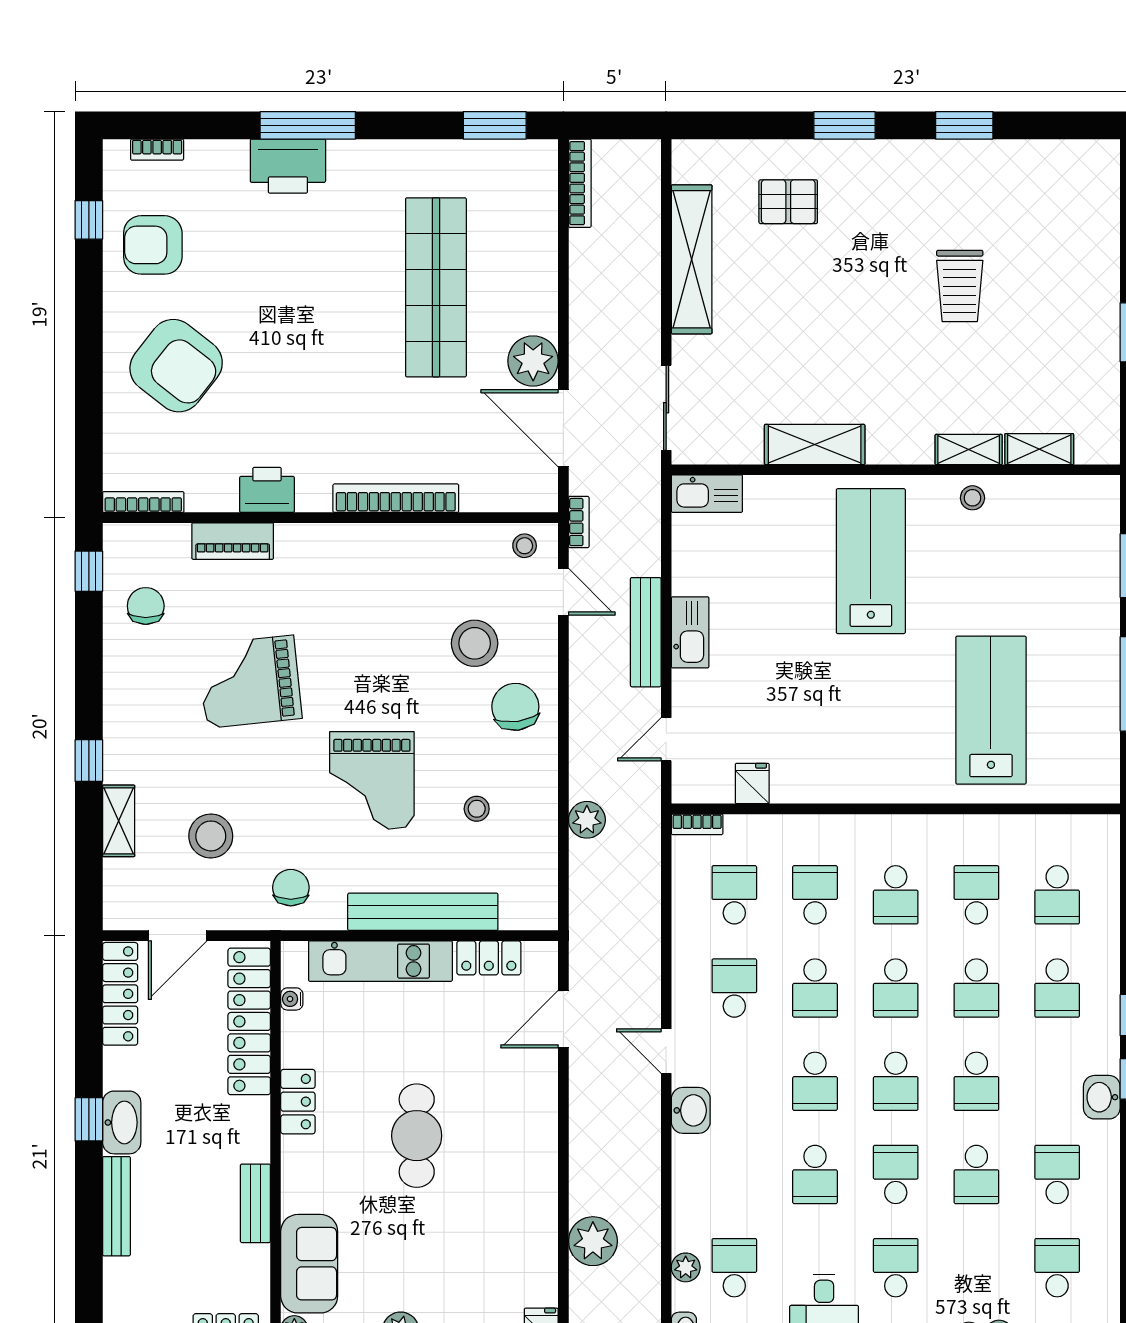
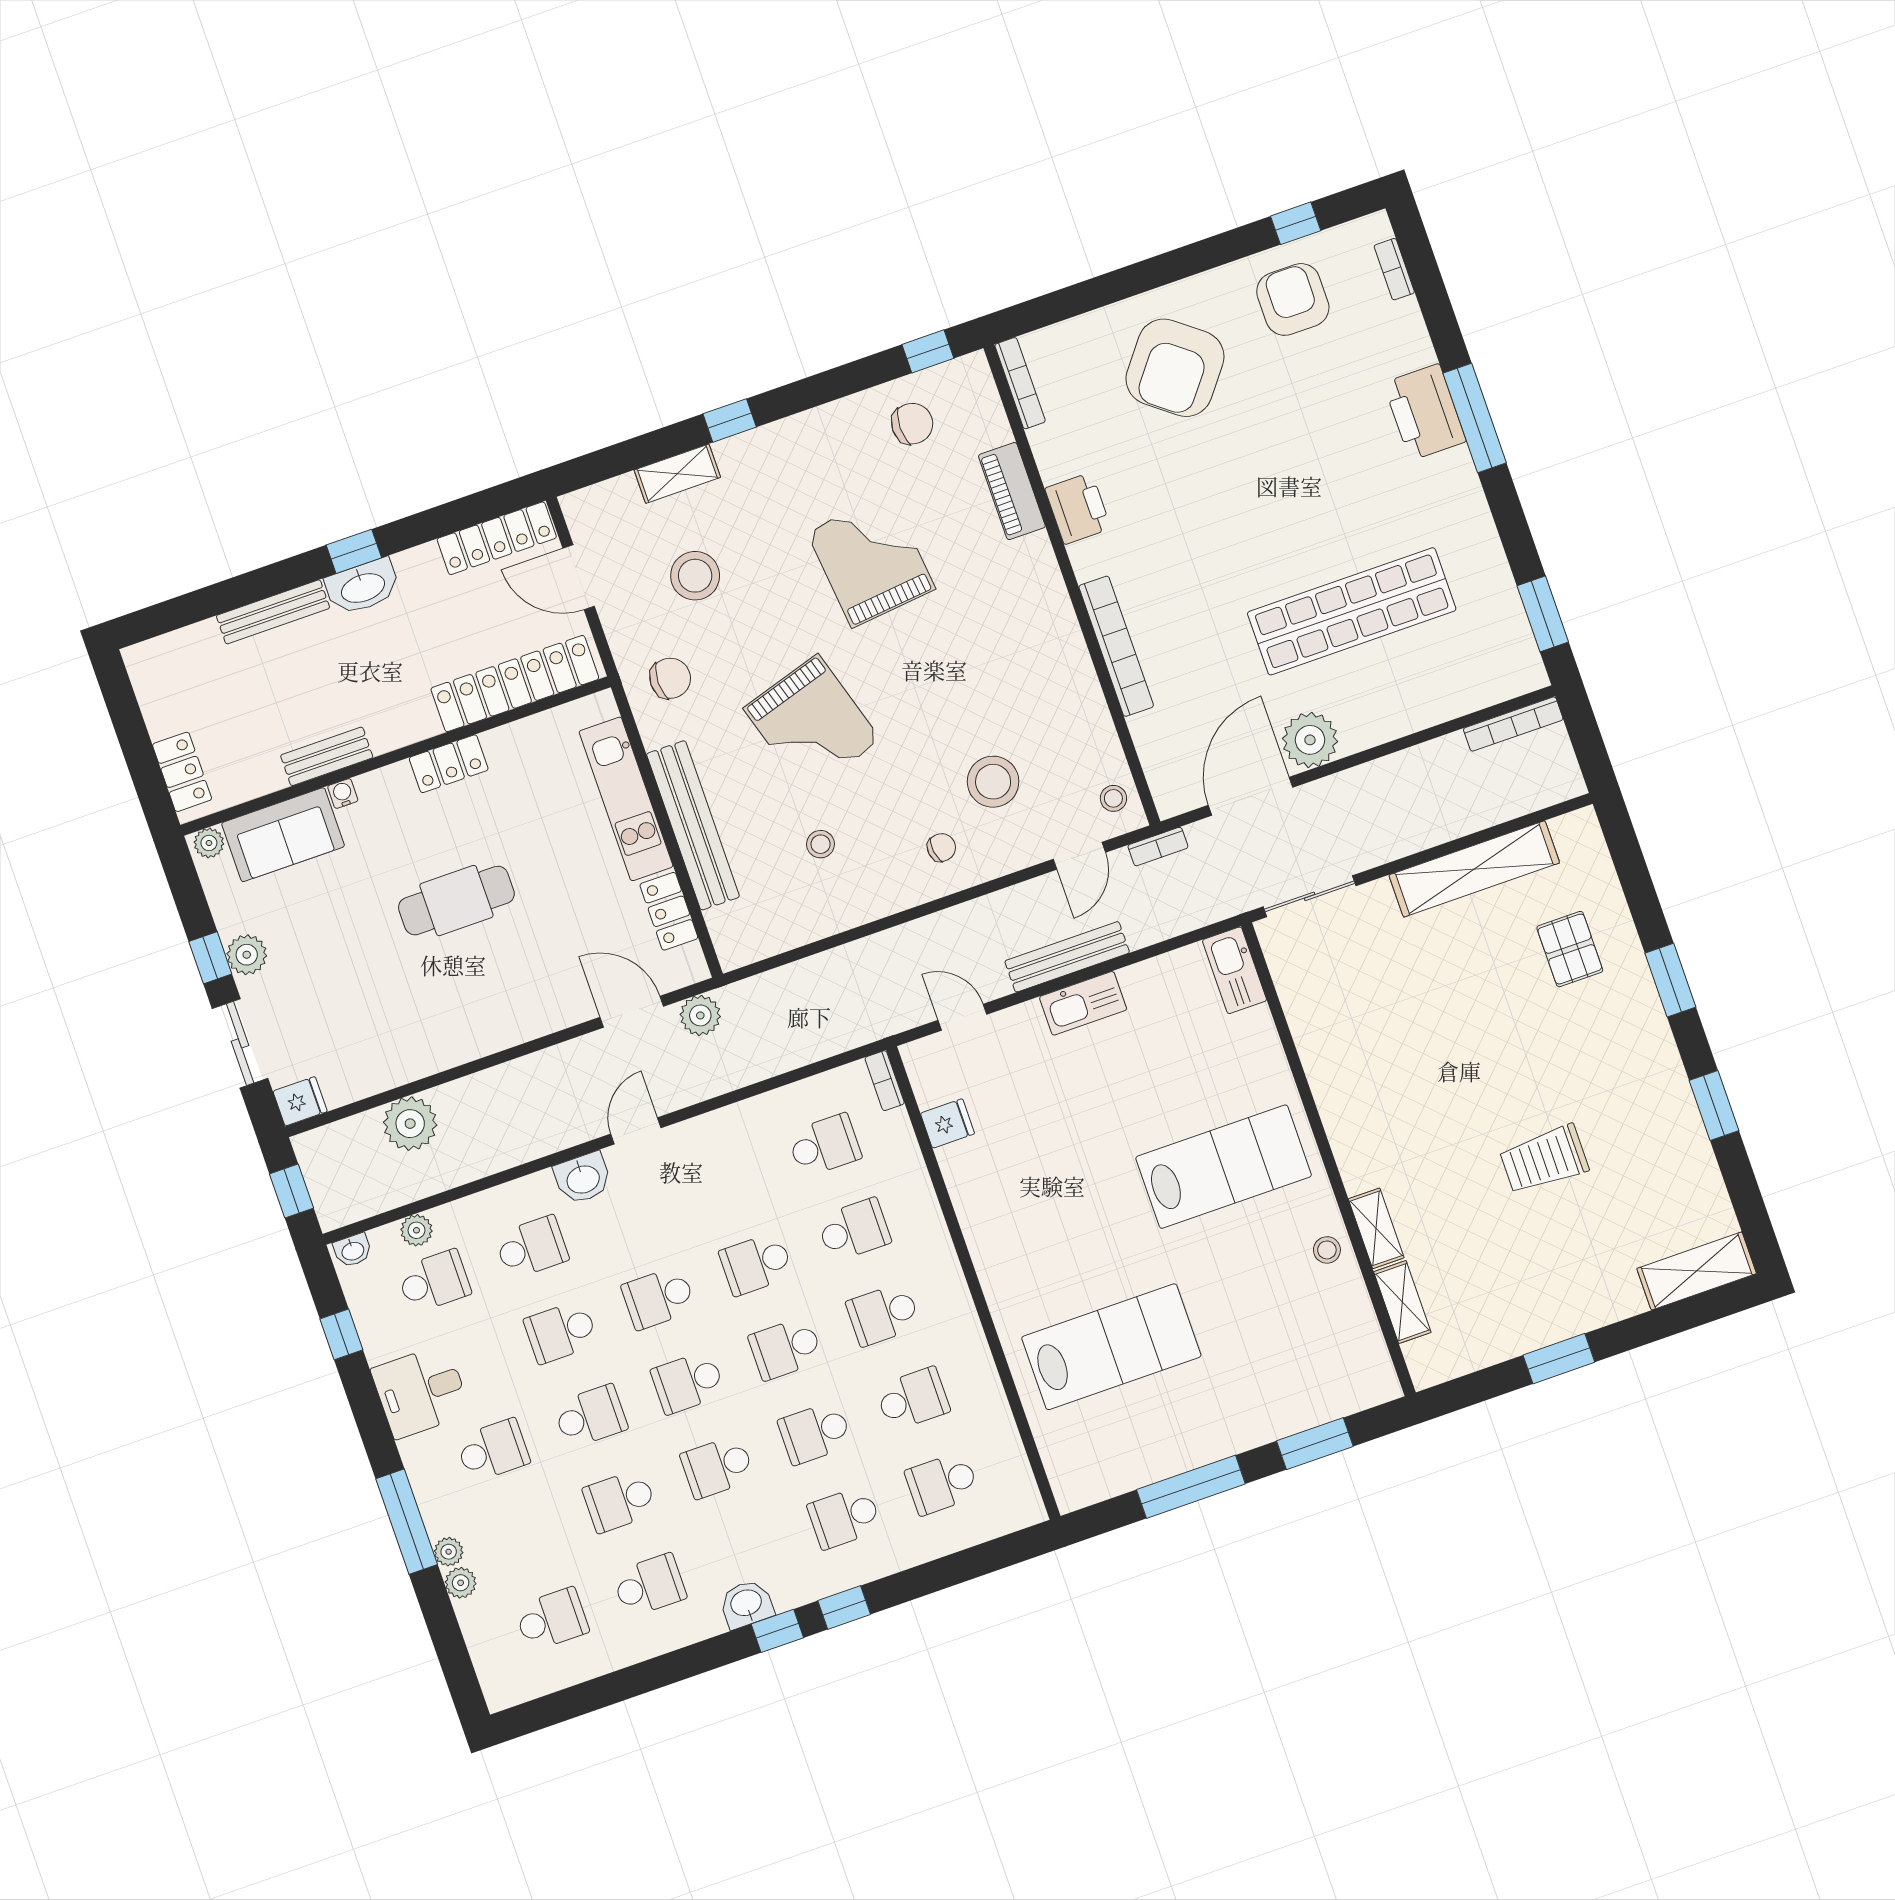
shelving: (815, 444) -> (1697, 1271), moved, turned 90
chair: (515, 707) -> (941, 848), width x0.54, depth x0.54
grand piano: (372, 780) -> (812, 724), turned -107
plant: (587, 820) -> (700, 1015), moved
school desk: (734, 988) -> (532, 1247), moved
water cooler: (292, 999) -> (343, 793), moved

